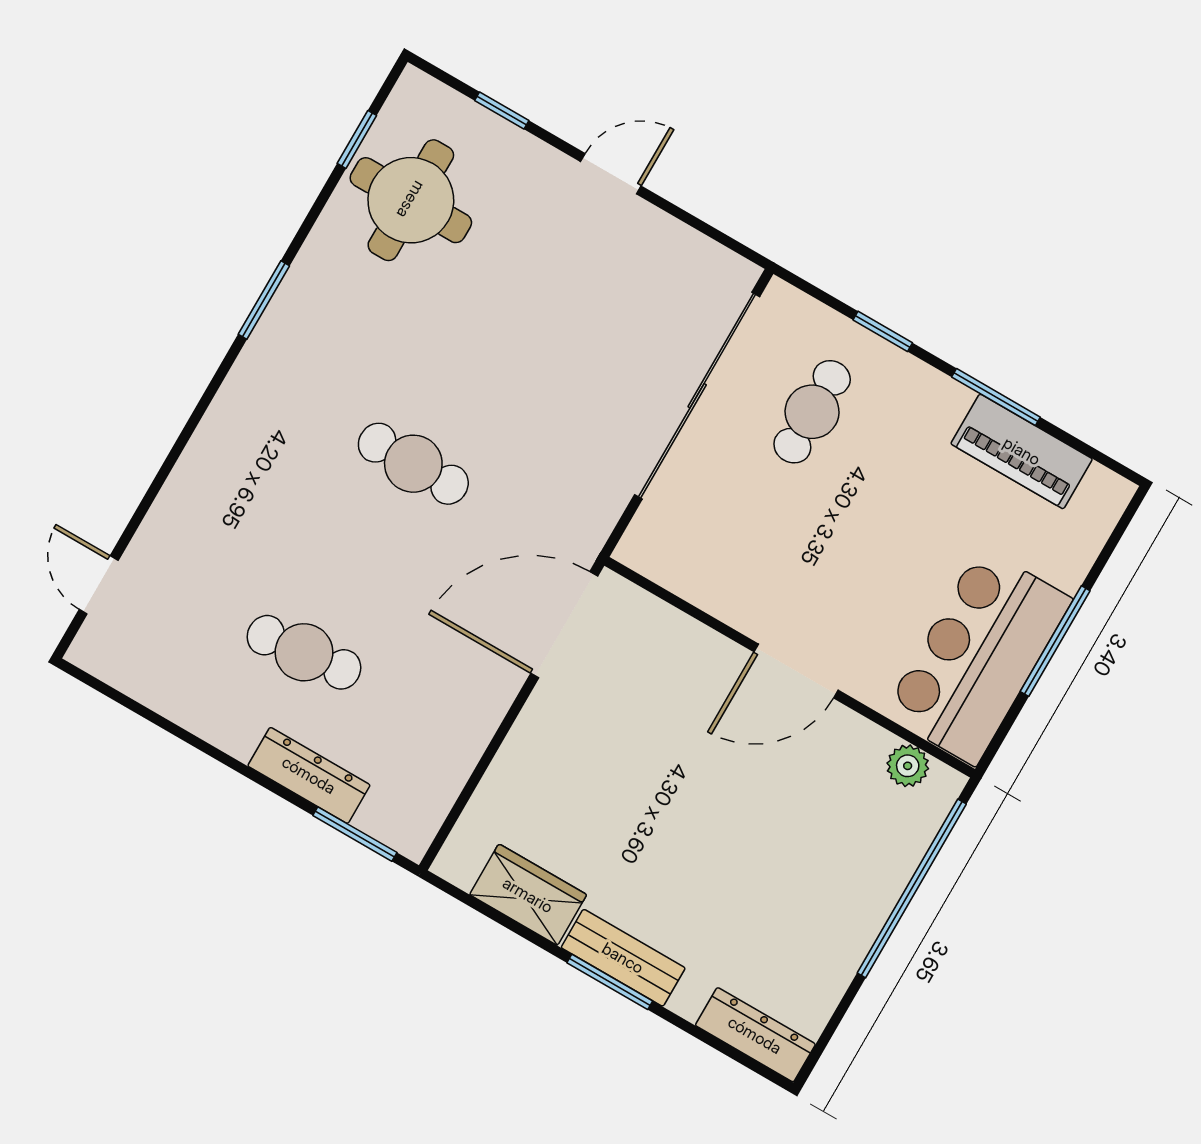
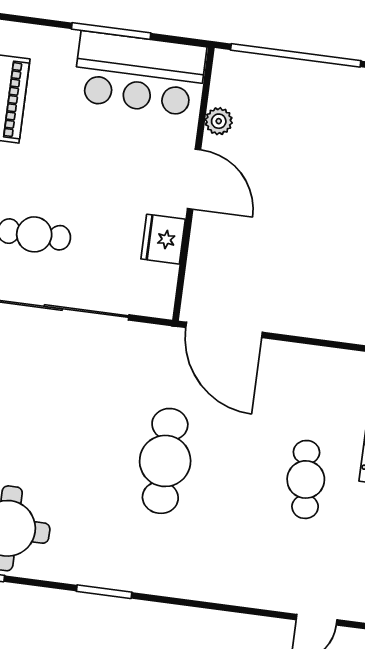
cafe table: (413, 464) -> (165, 461), width x1.37, depth x1.35
fridge: (729, 592) -> (163, 239), added
plant: (908, 766) -> (219, 121), moved

